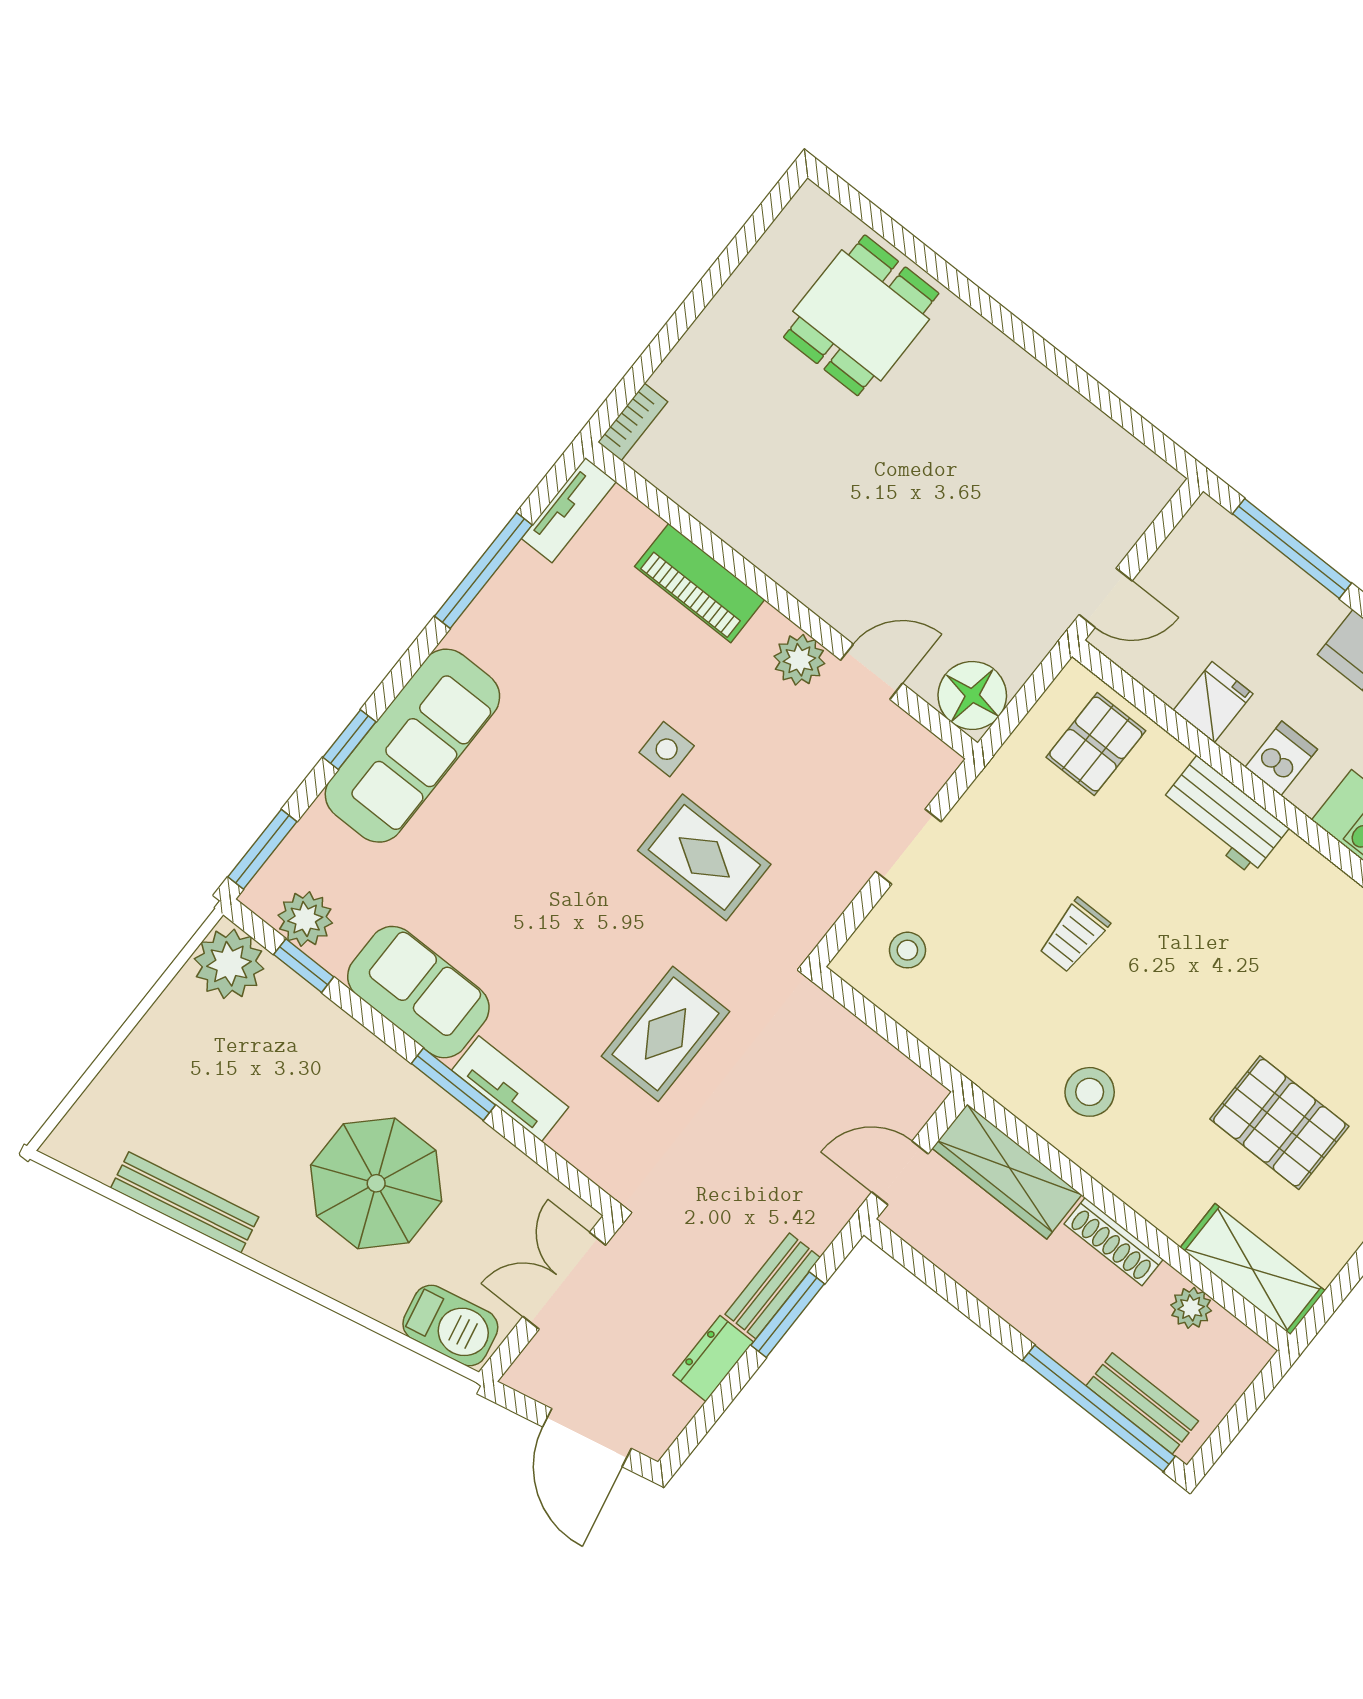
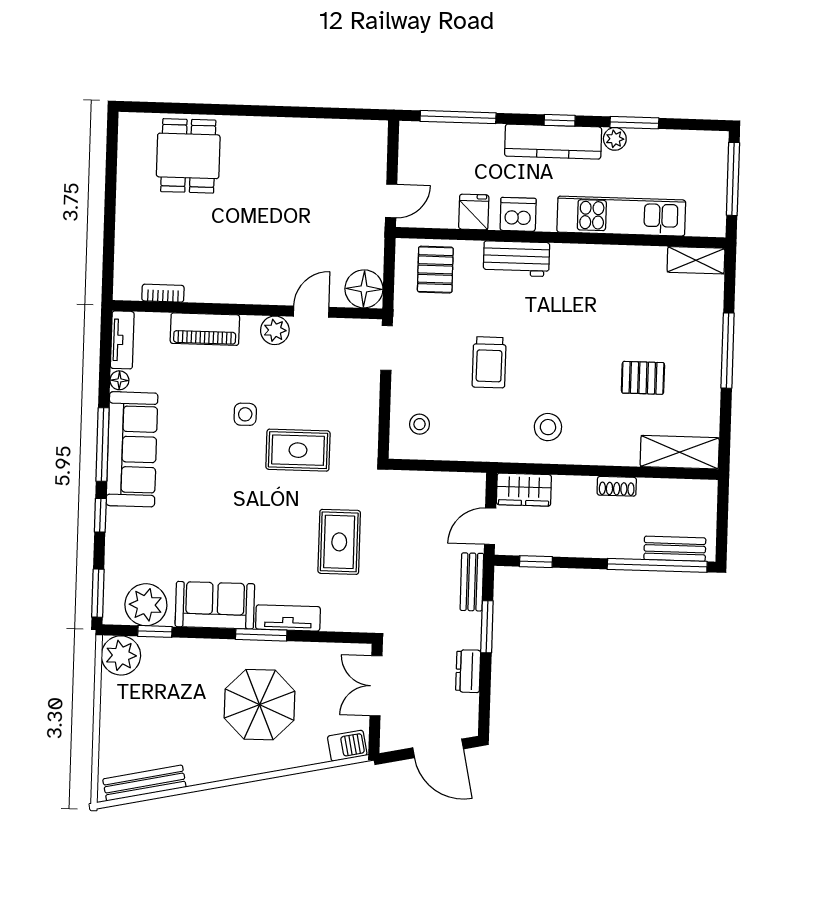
bookcase: (633, 422) -> (163, 293), moved, turned -90
floor lamp: (522, 565) -> (119, 380), added
window: (483, 570) -> (102, 444), moved
sofa: (412, 746) -> (132, 449), moved
dishwasher: (1281, 758) -> (518, 214), width x1.38
doorway: (908, 847) -> (387, 348), moved
plant: (305, 919) -> (146, 605), width x1.36, depth x1.36
trolley: (1074, 935) -> (489, 362), width x1.36, depth x1.39
pallet: (1279, 1123) -> (643, 378), width x0.67, depth x0.71
wardrobe: (1007, 1172) -> (524, 490), width x0.67
bench: (185, 1202) -> (144, 783), moved
shoe rack: (1114, 1242) -> (617, 486), width x0.70
window: (928, 1273) -> (536, 562), added
bench: (773, 1286) -> (472, 582), moved
plant: (1191, 1308) -> (665, 490), removed
barbecue: (450, 1325) -> (347, 746), width x0.73, depth x0.79

